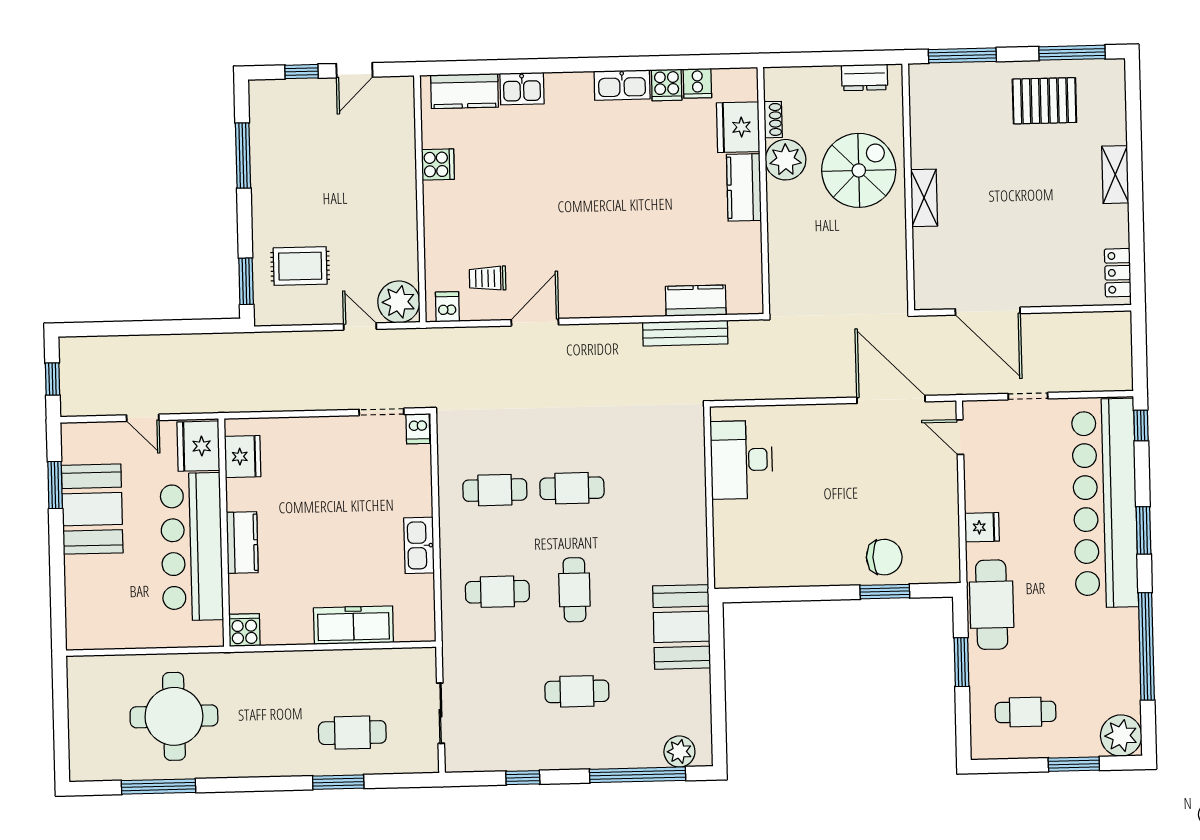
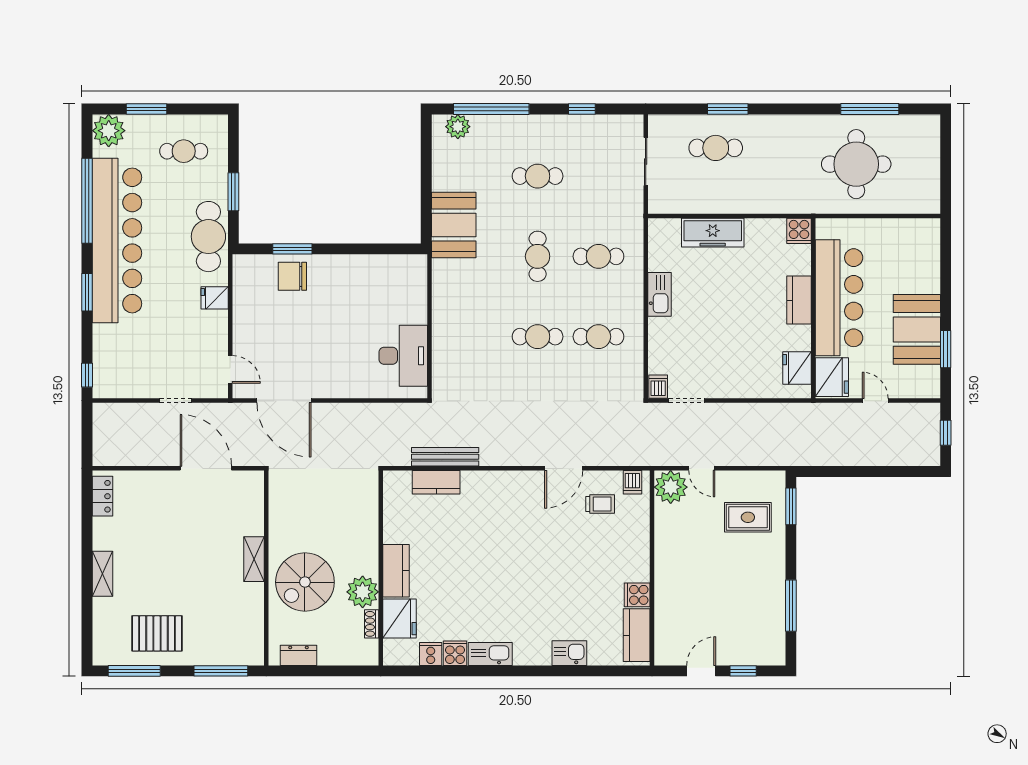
kitchen counter: (465, 91) -> (637, 635), moved, turned -90
bar counter: (1105, 503) -> (117, 240), moved

